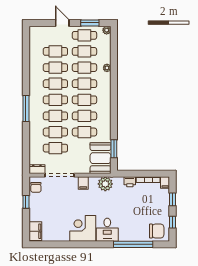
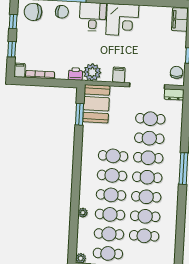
cafe table: (84, 132) -> (114, 136), removed
printer: (130, 182) -> (75, 74), moved
chair: (133, 232) -> (62, 12), added

